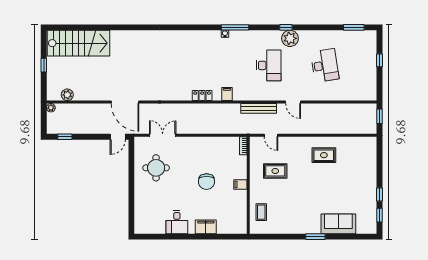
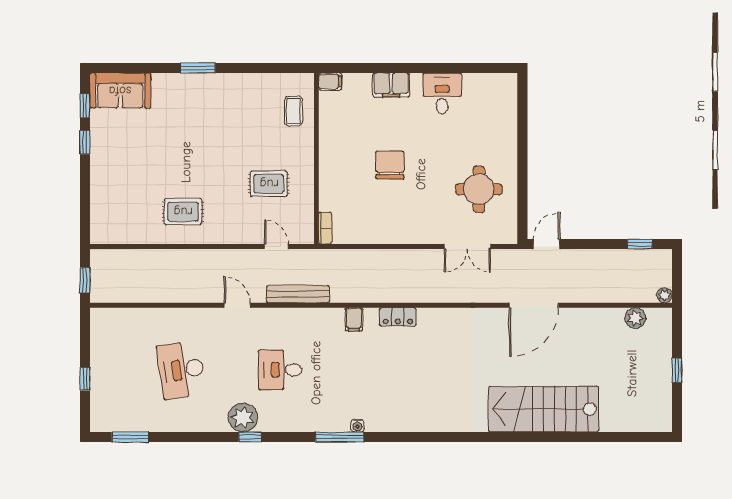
stairs: (78, 43) -> (544, 409), moved
desk: (269, 65) -> (280, 370), width x0.73
door: (125, 102) -> (534, 305), swing flipped
filing cabinet: (240, 185) -> (330, 81), moved
sofa: (338, 224) -> (120, 91), moved

